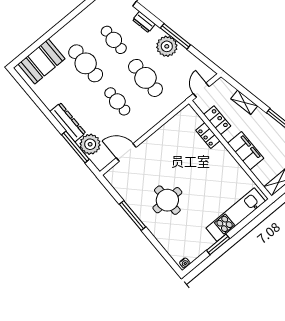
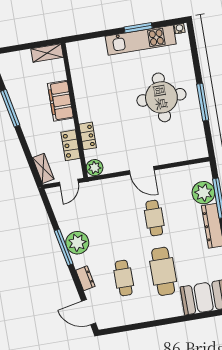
cafe table: (145, 78) -> (115, 225), removed
shelving: (244, 102) -> (43, 168), moved
plant: (188, 114) -> (95, 168), added
door: (126, 153) -> (142, 170), moved
round table: (167, 200) -> (161, 97), width x1.36, depth x1.36
kitchen unit: (236, 215) -> (141, 40), moved

